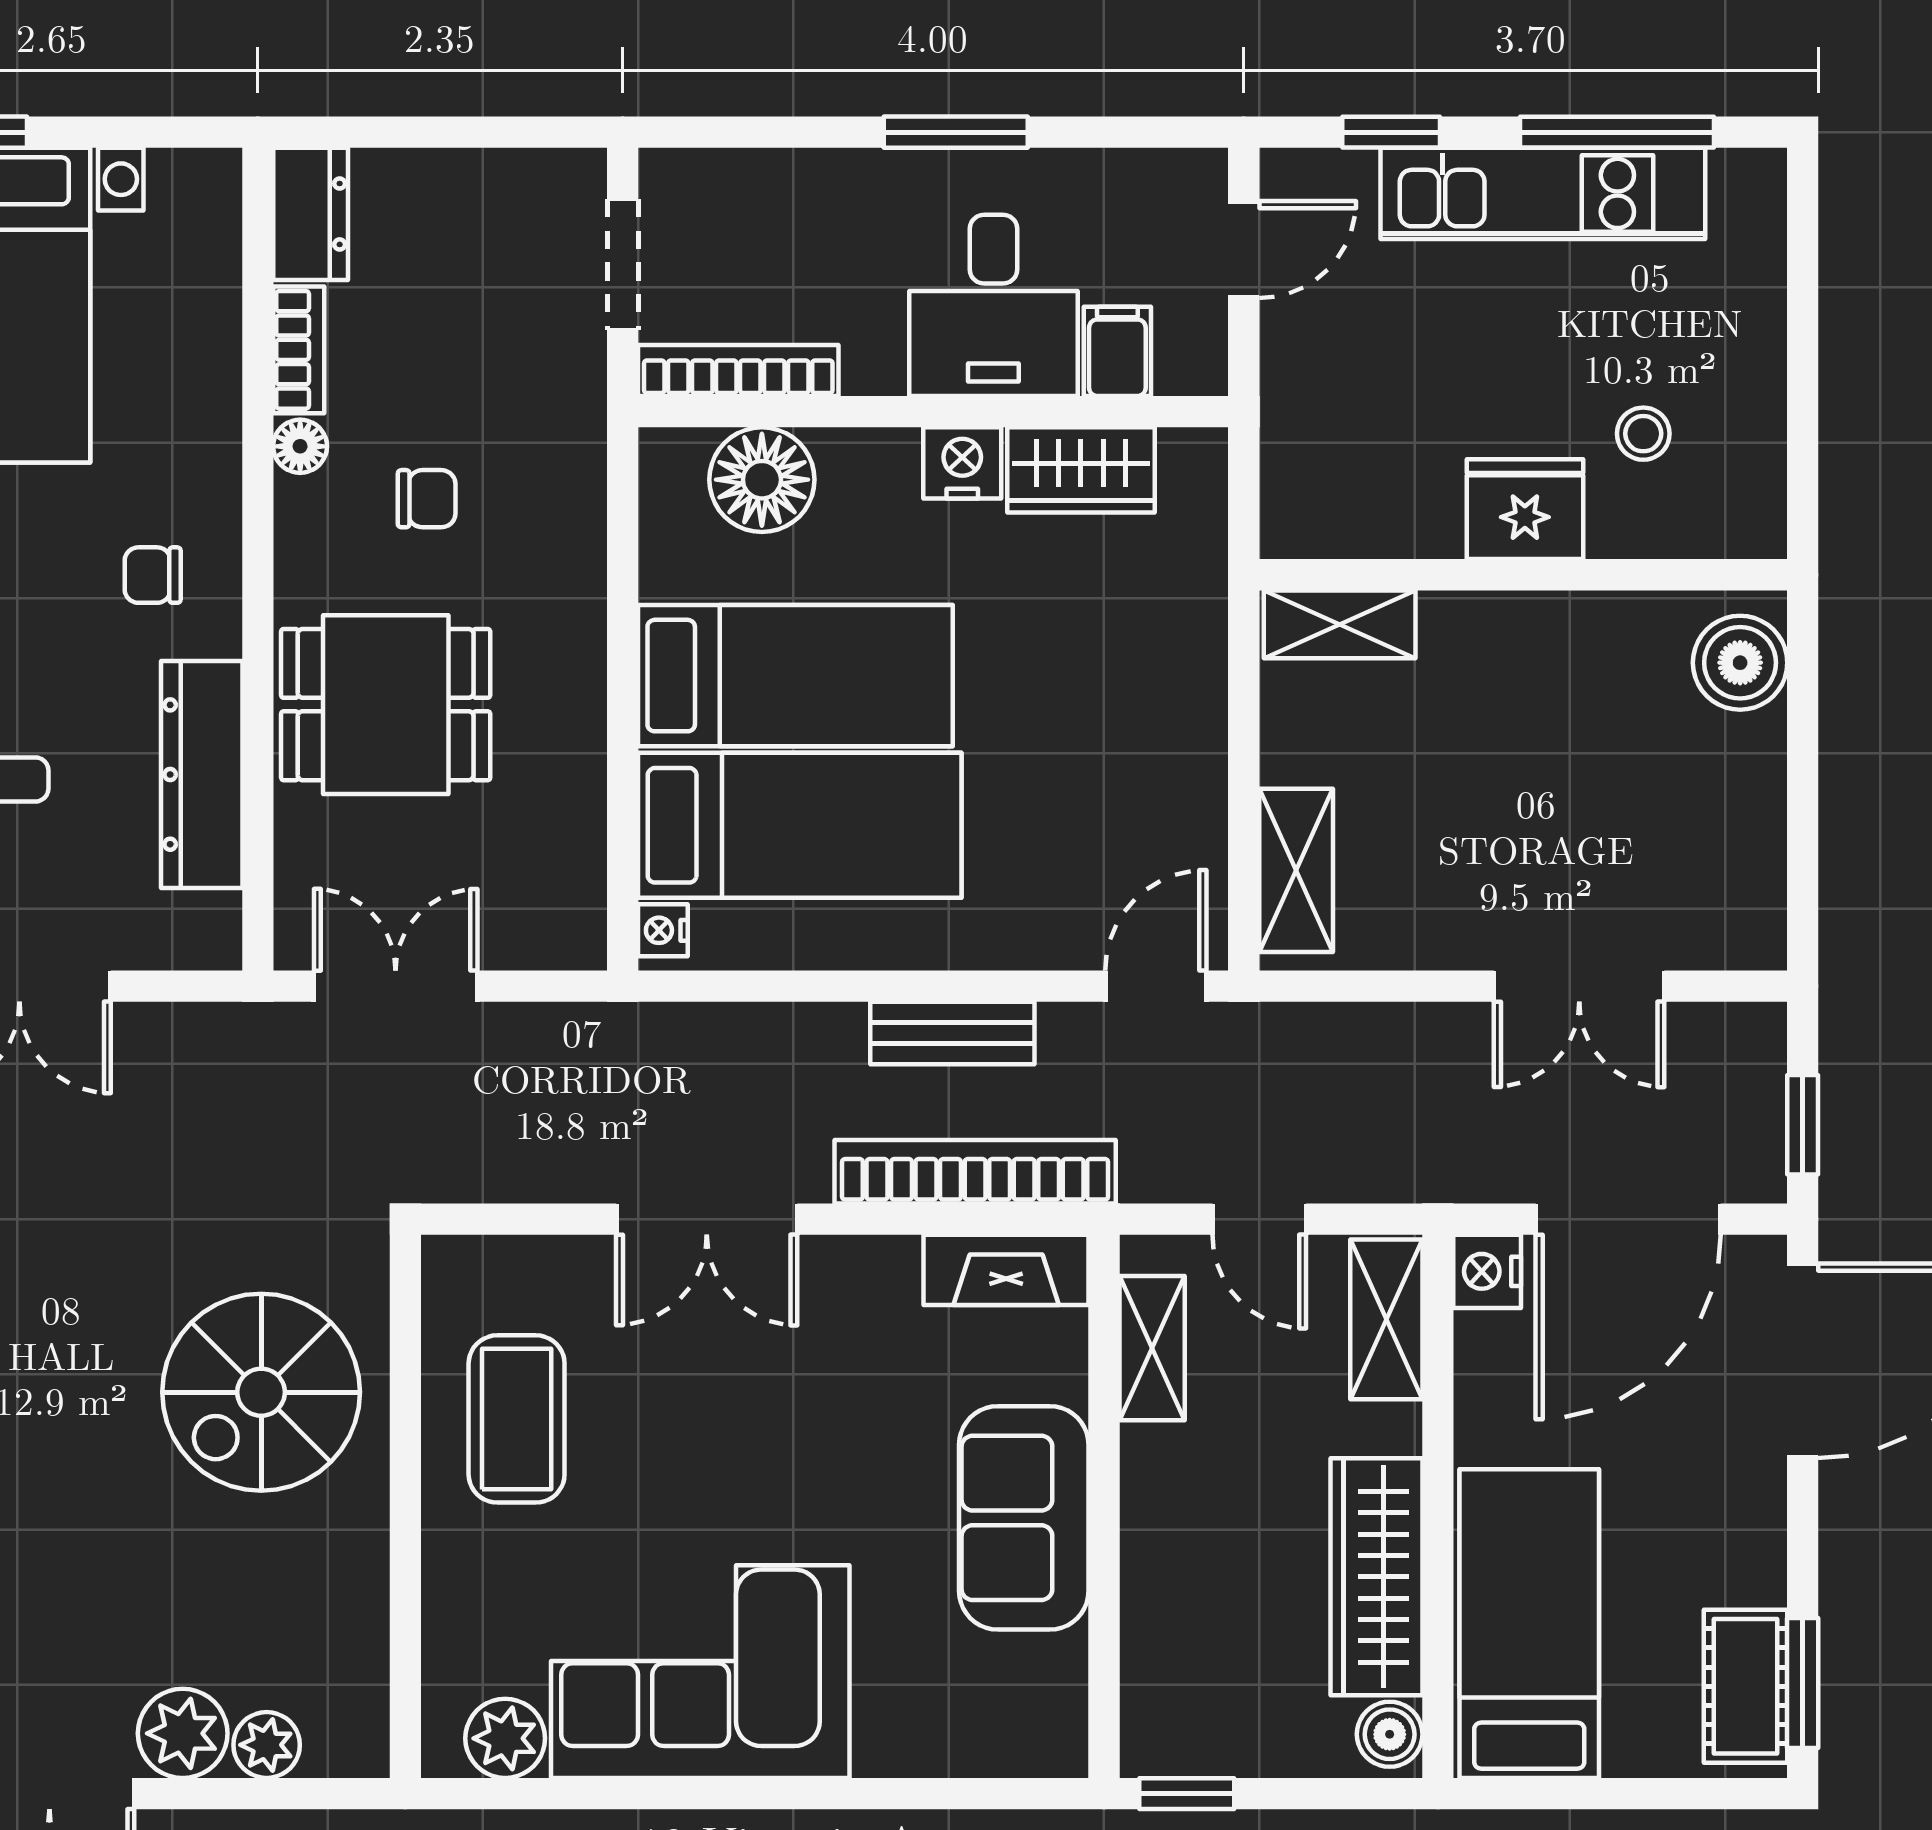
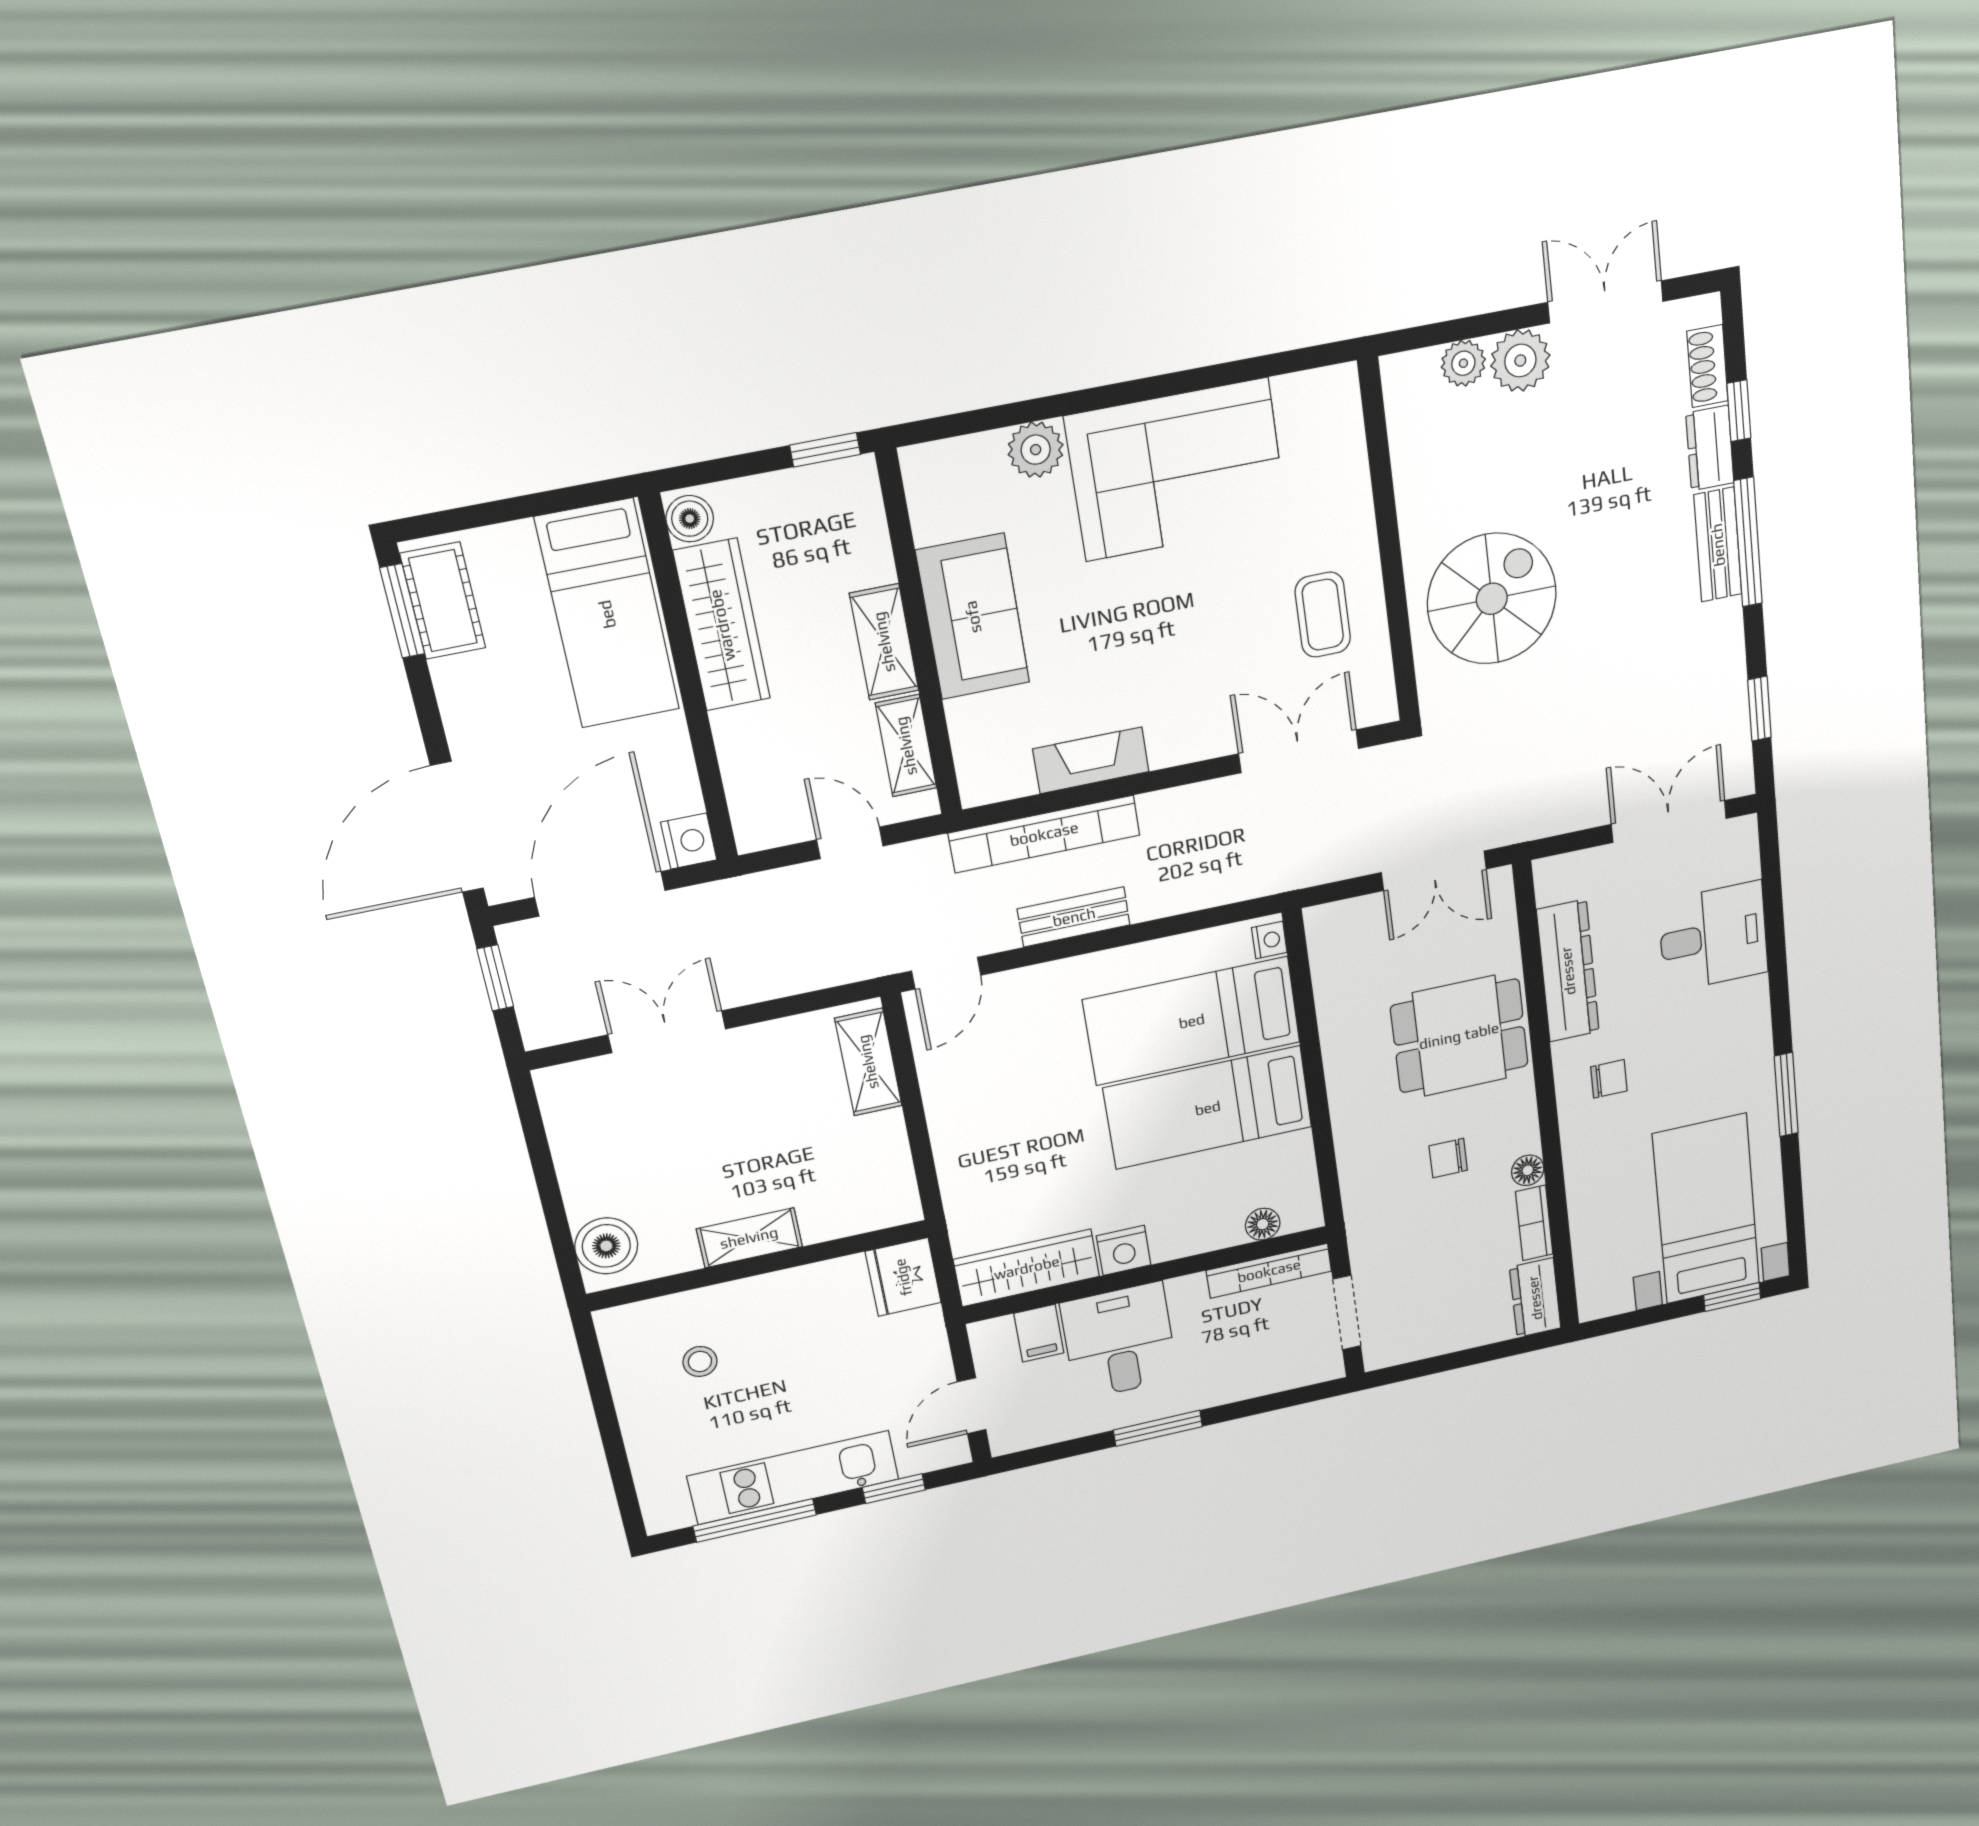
wardrobe: (1081, 470) -> (1027, 1268), width x1.50
floor lamp: (762, 480) -> (1263, 1224), width x0.53, depth x0.53
fridge: (1525, 509) -> (903, 1277), moved, turned 90
shelving: (1340, 624) -> (749, 1238), moved
double door: (707, 1219) -> (1299, 751), moved
fireplace: (1006, 1270) -> (1091, 760), moved
shelving: (1386, 1319) -> (884, 642), moved
coffee table: (517, 1419) -> (1323, 615), width x0.73, depth x0.77
plant: (505, 1738) -> (1036, 450), moved

